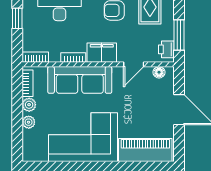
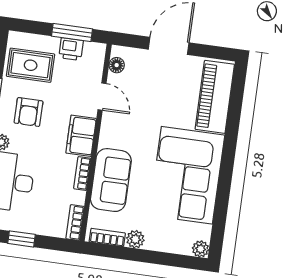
printer: (166, 49) -> (71, 49), moved
sofa: (80, 80) -> (111, 180), width x0.73
plant: (29, 122) -> (201, 249), moved

